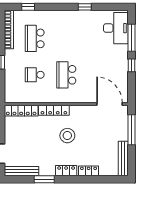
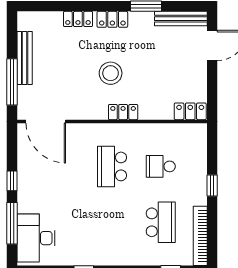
school desk: (35, 75) -> (161, 166), turned 180
school desk: (66, 75) -> (112, 166), turned 180
locker: (54, 110) -> (123, 112), width x0.66
locker: (21, 111) -> (190, 111), width x0.66
bench: (123, 158) -> (25, 58), moved

